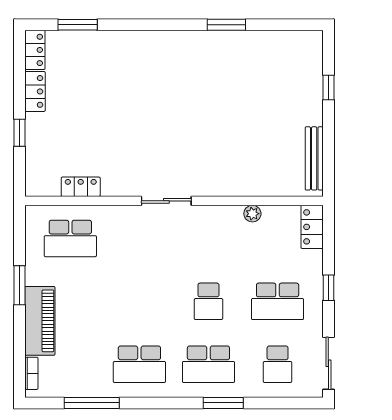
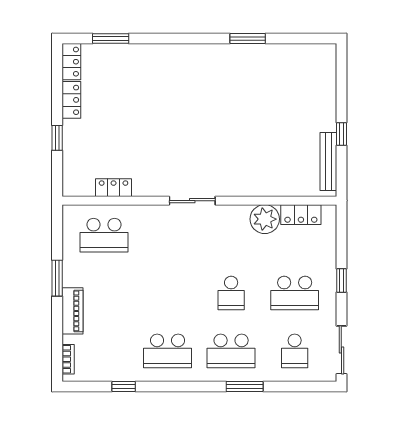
window: (328, 88) -> (341, 134), moved
plant: (252, 214) -> (265, 219), width x1.87, depth x1.87
locker: (312, 227) -> (301, 215), moved, turned -90
piano: (40, 321) -> (73, 311), width x0.73, depth x0.75
window: (92, 403) -> (124, 386), width x0.46

